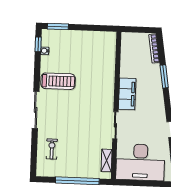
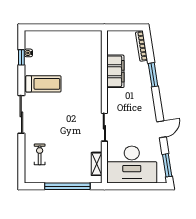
window: (58, 27) -> (41, 27), removed
window: (38, 44) -> (21, 57), moved
filing cabinet: (127, 94) -> (115, 71), moved

